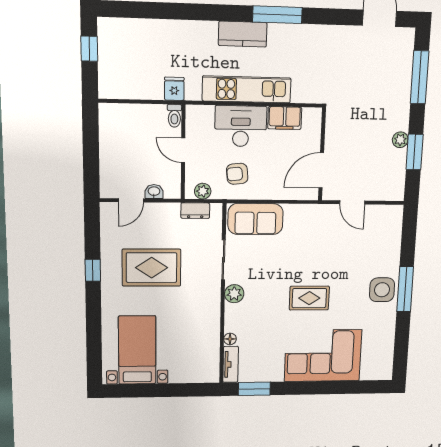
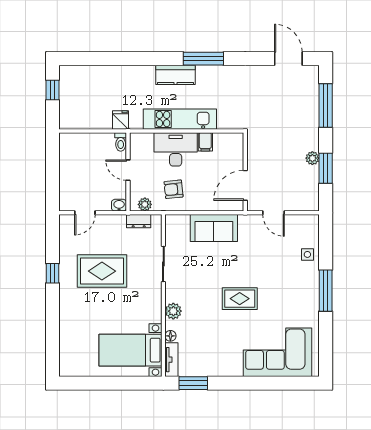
filing cabinet: (285, 118) -> (205, 142), width x0.50
washbasin: (154, 192) -> (119, 205), moved
sofa: (255, 219) -> (214, 228), moved
side table: (382, 290) -> (307, 254), moved, width x0.54, depth x0.54
plant: (234, 294) -> (173, 311), moved
bed with nightstands: (137, 350) -> (130, 350), moved, turned -90
corner sofa: (323, 356) -> (278, 352), moved

